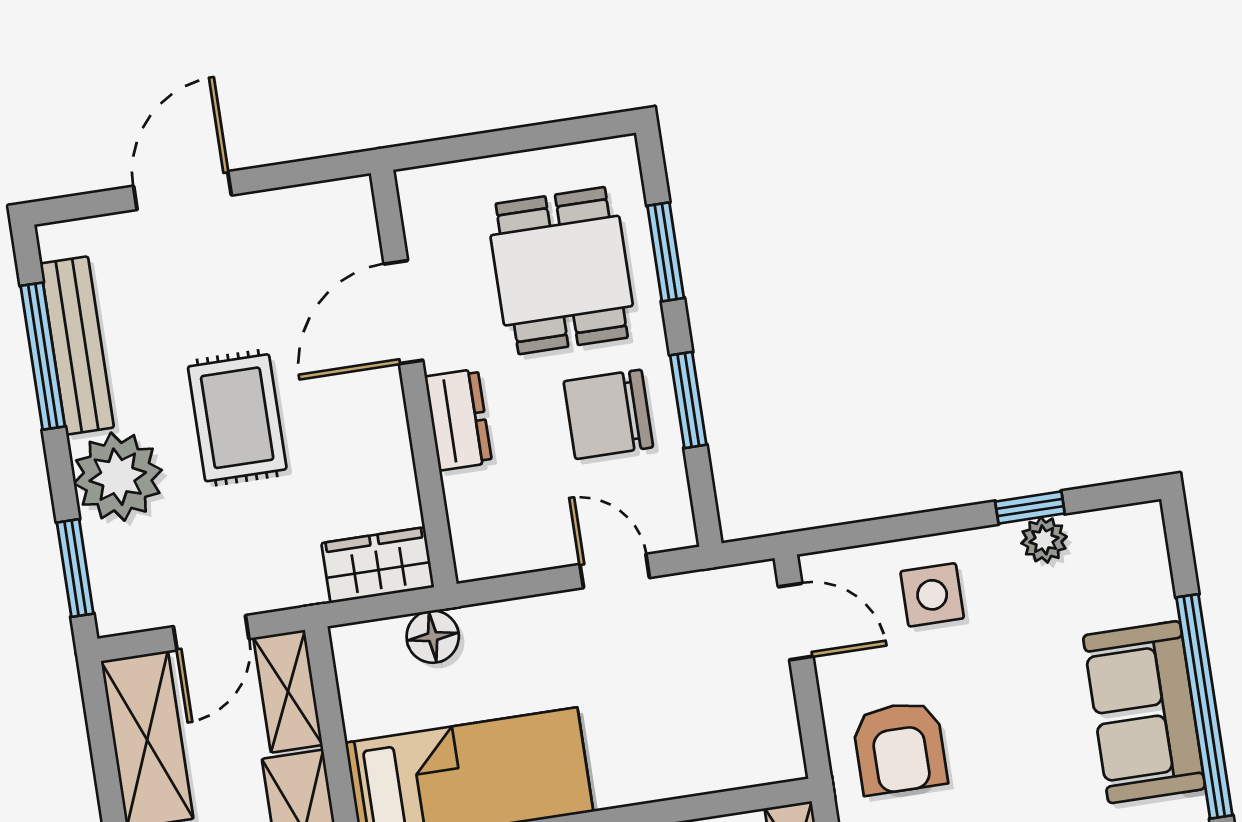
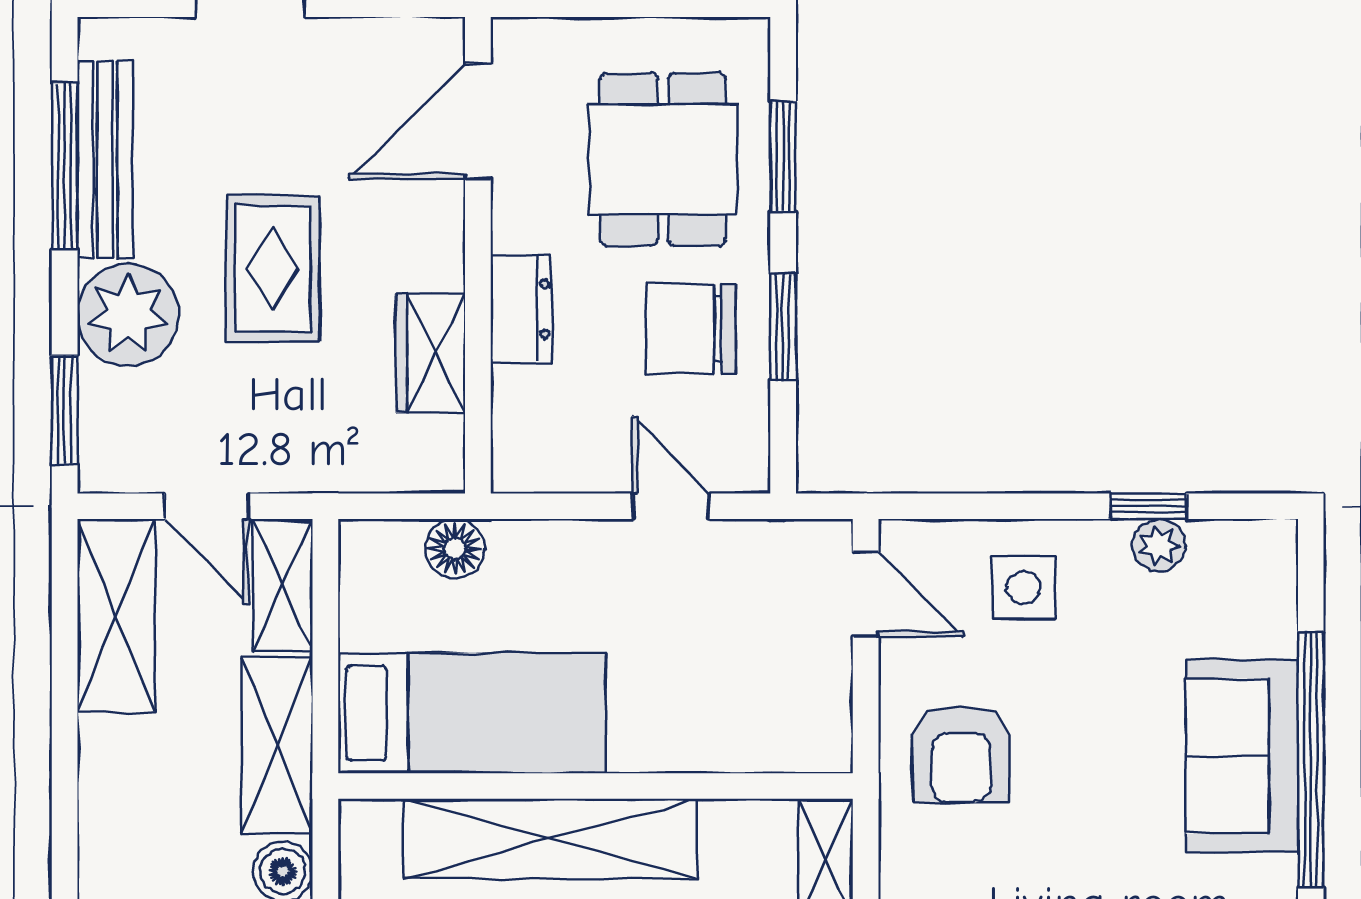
door: (403, 312) -> (478, 122), moved
wardrobe: (378, 565) -> (431, 353), moved, turned -90
door: (211, 633) -> (207, 506), hinge flipped

